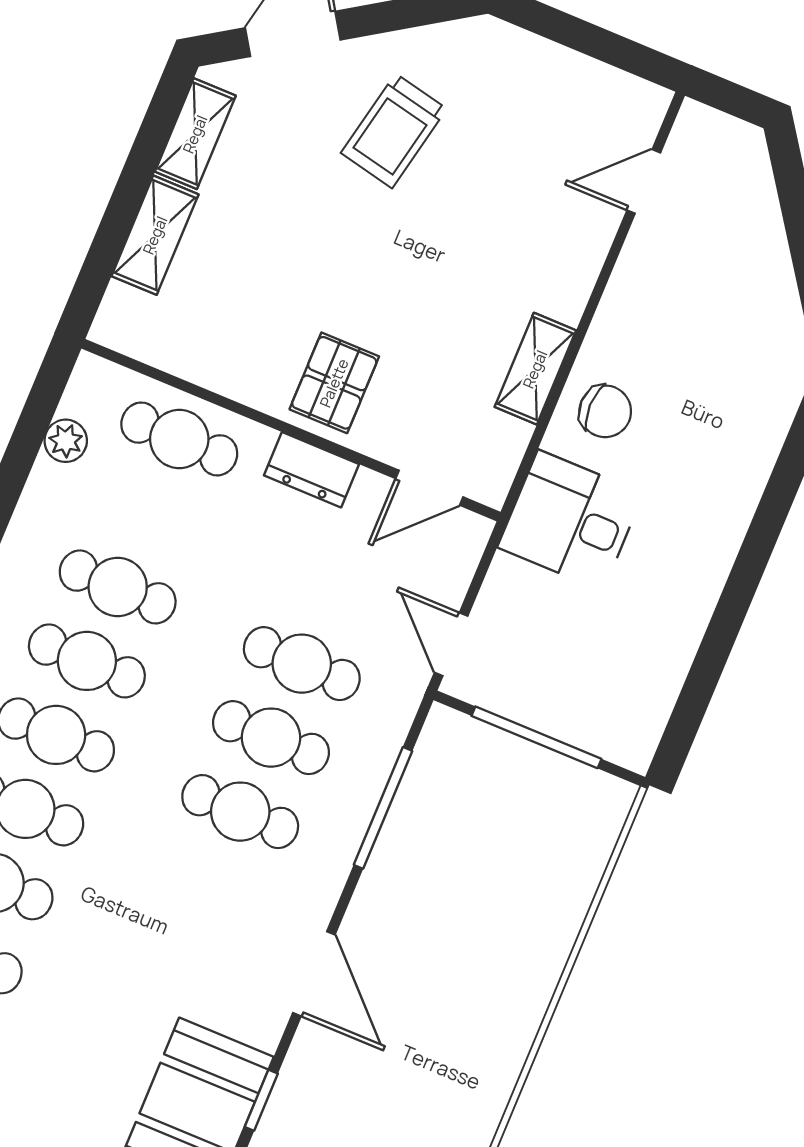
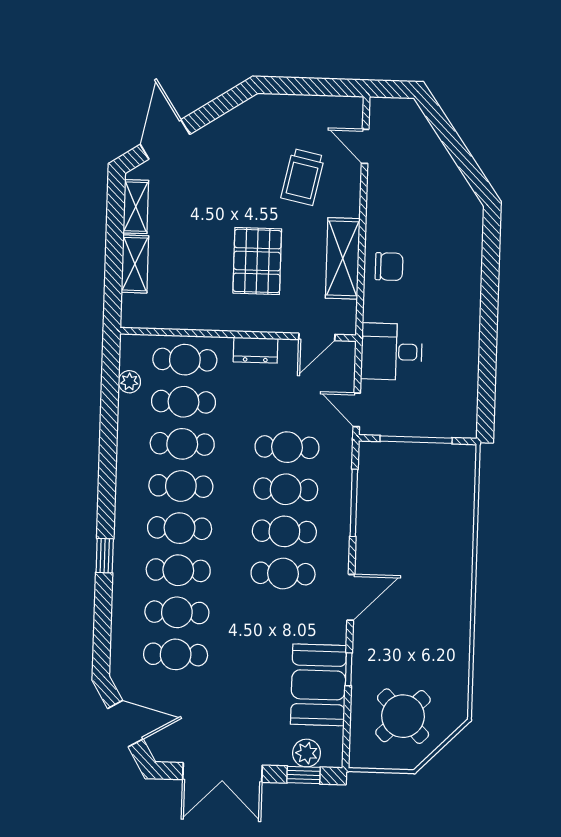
trolley: (394, 131) -> (303, 177), moved
door: (644, 181) -> (365, 146), hinge flipped
shelving: (535, 369) -> (343, 258), width x1.50, depth x1.33
pallet: (334, 383) -> (257, 261), moved, width x1.50, depth x1.42
cafe table: (148, 513) -> (184, 402), added
desk: (570, 520) -> (391, 352), moved
cafe table: (209, 886) -> (283, 573), added
door: (314, 974) -> (351, 597), hinge flipped

